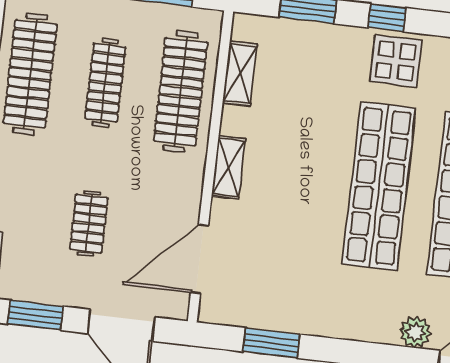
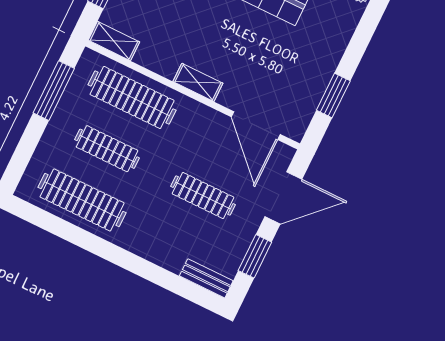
shelving: (240, 74) -> (114, 41), moved
clothes rail: (89, 224) -> (203, 196), width x1.36

